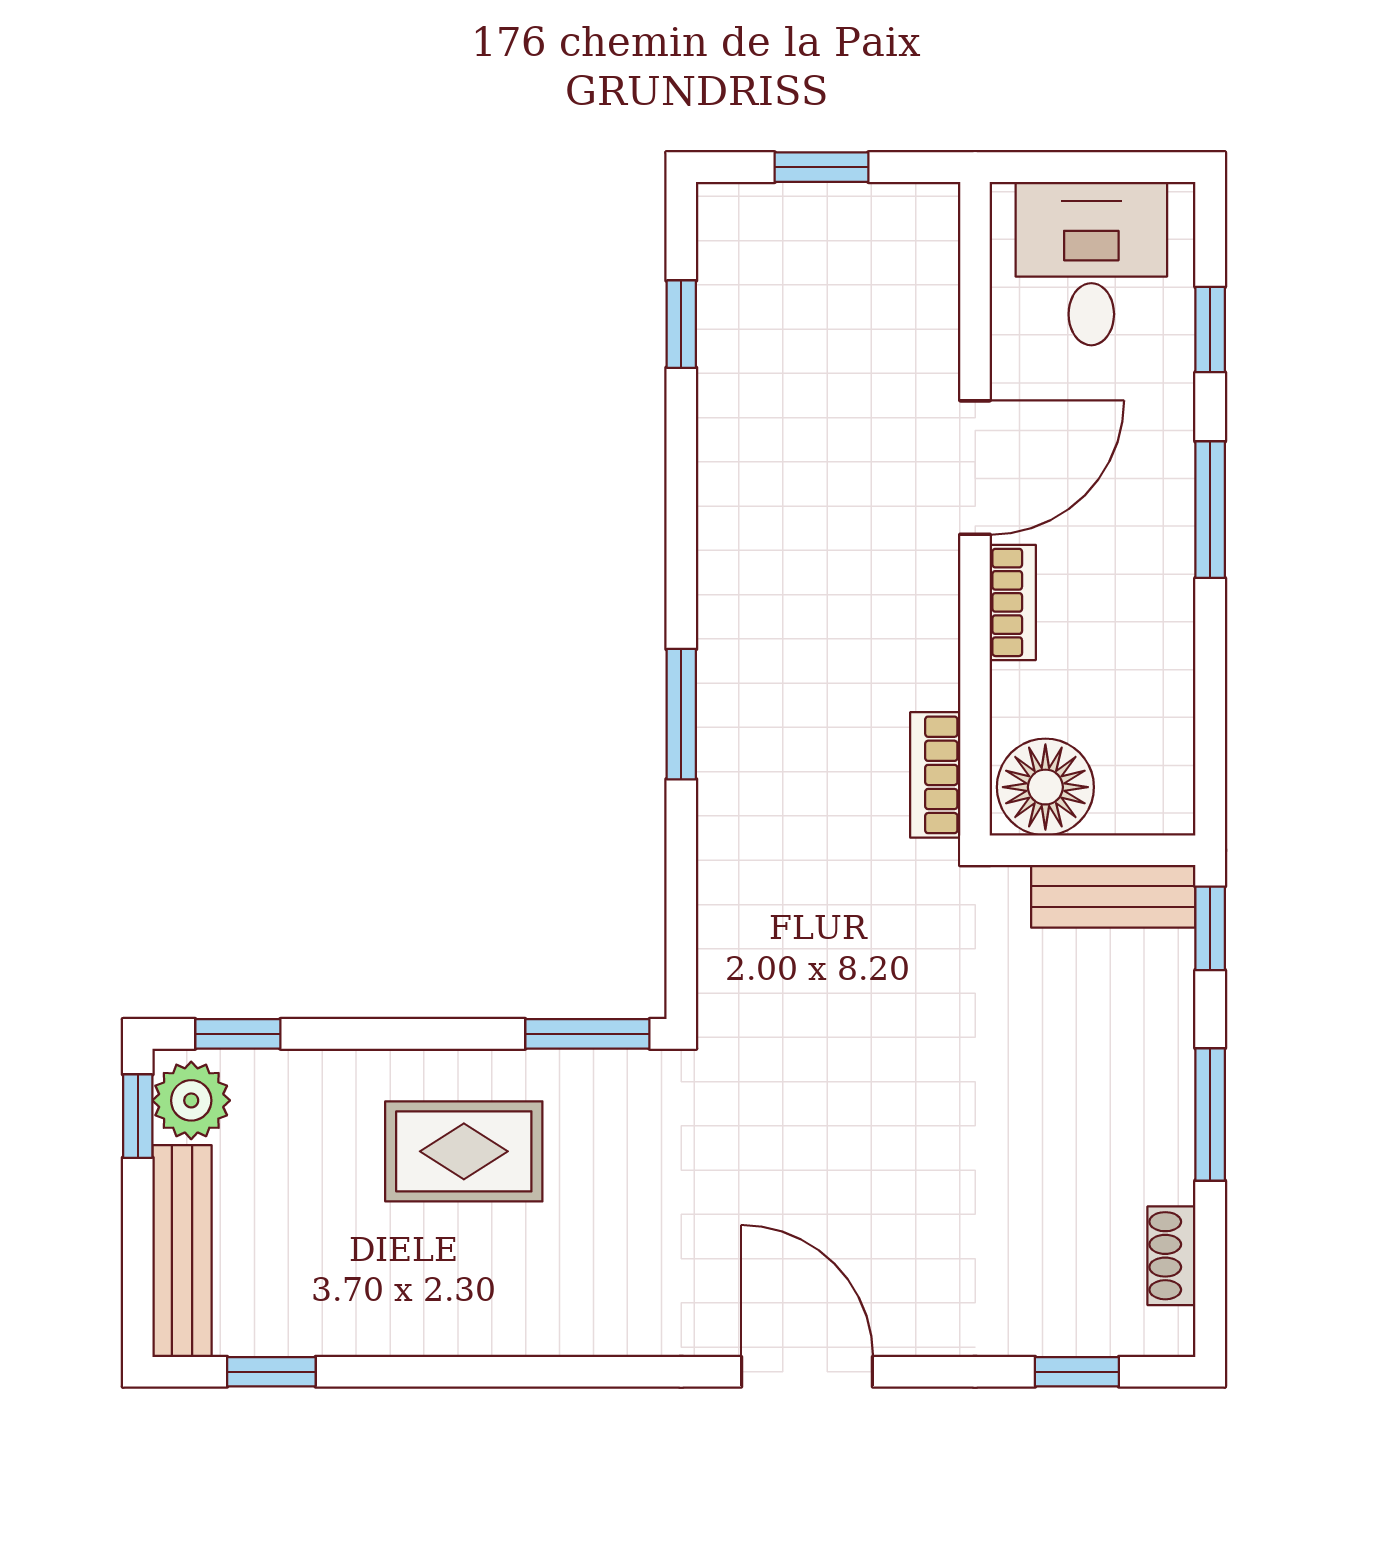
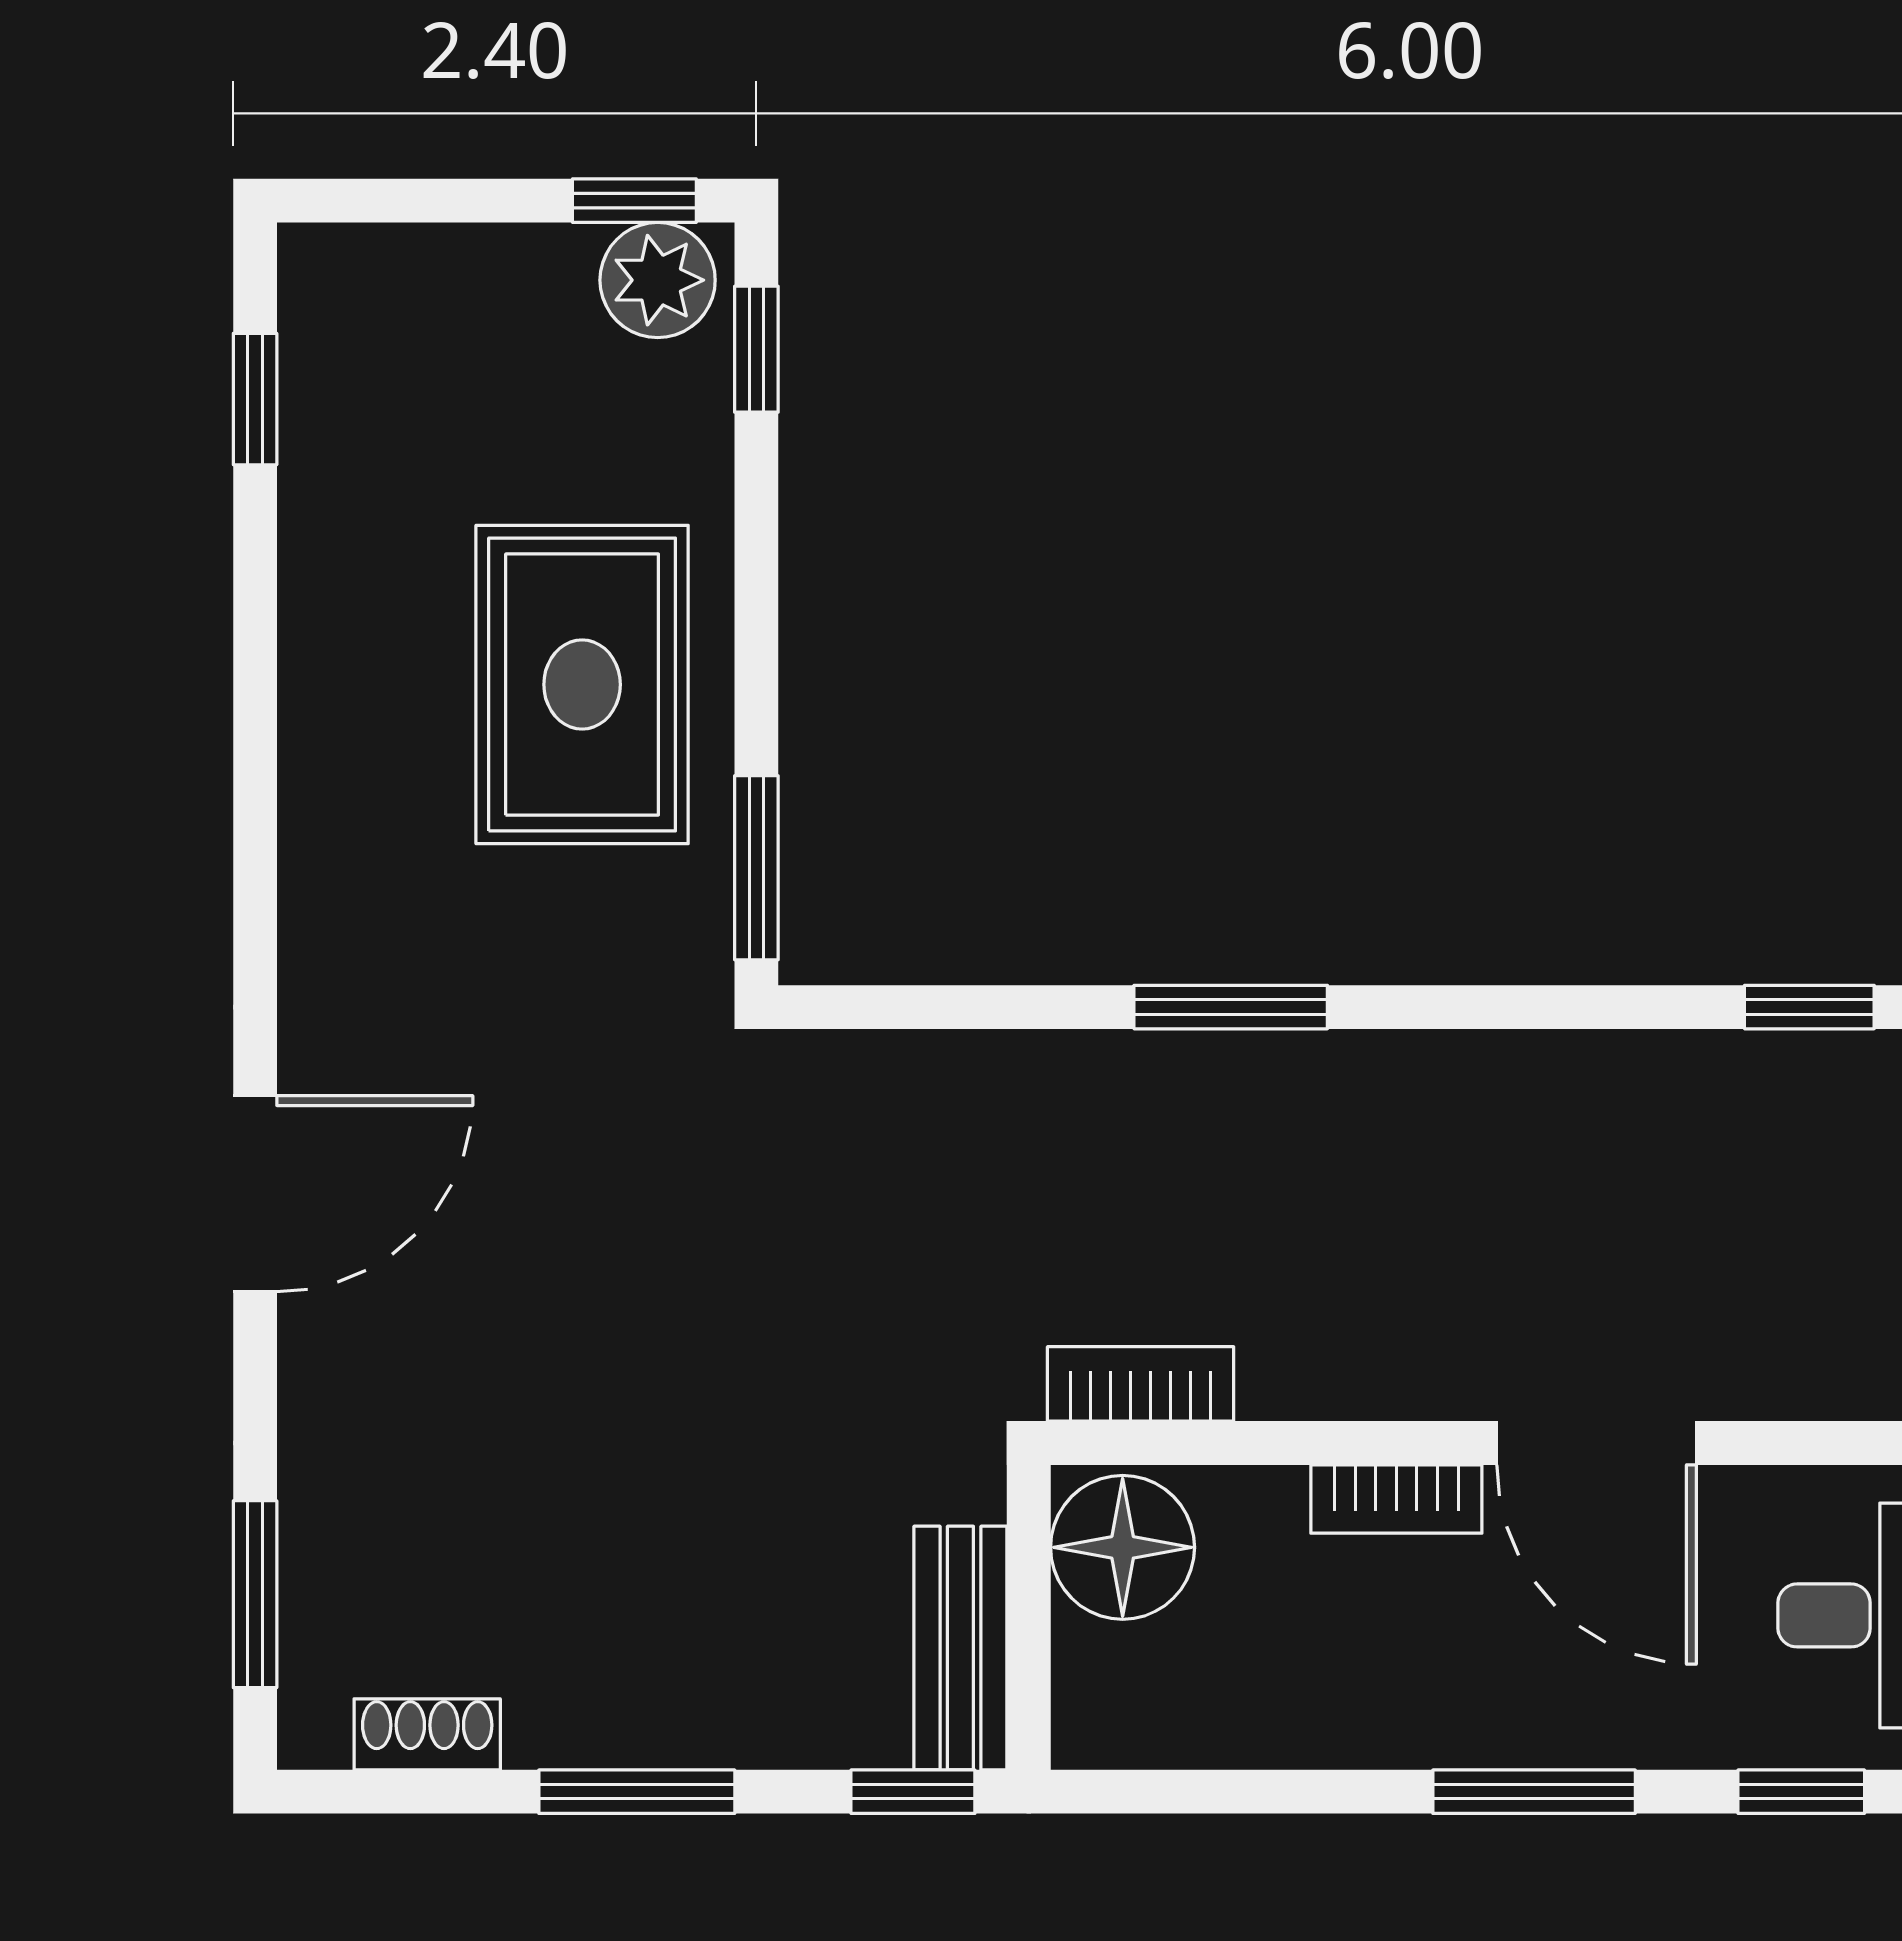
rug: (464, 1151) -> (582, 685), width x1.36, depth x1.43
bench: (182, 1251) -> (434, 266), removed
window: (1077, 1372) -> (255, 1594), width x1.50

